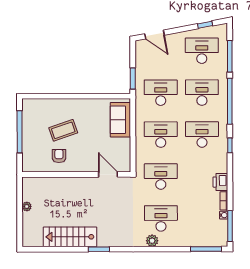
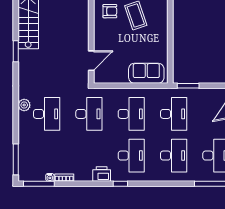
window: (230, 101) -> (165, 184), removed
printer: (220, 182) -> (102, 174), moved

